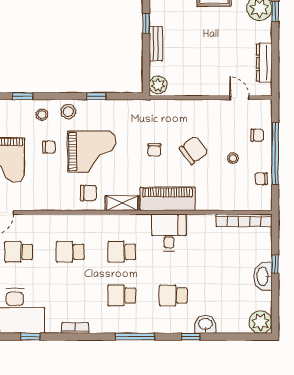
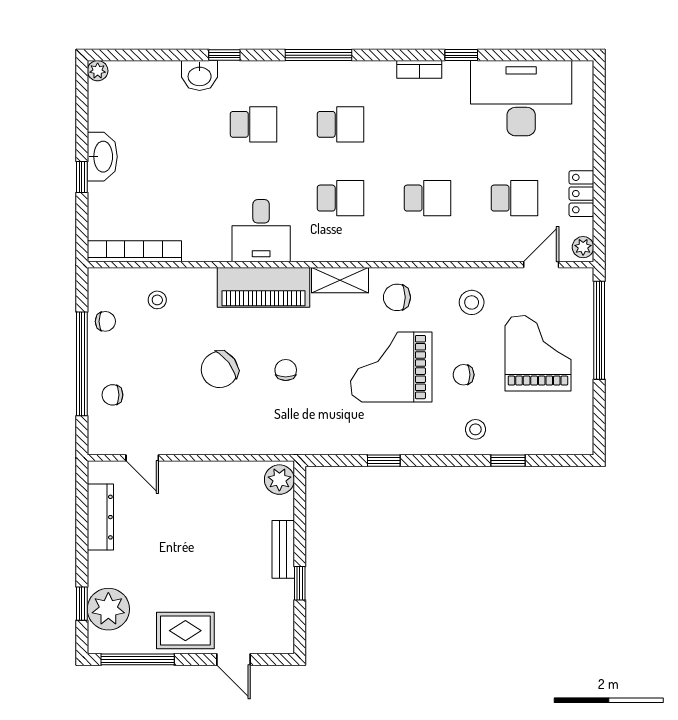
stool: (68, 112) -> (472, 302), moved
stool: (233, 158) -> (157, 300), moved
plant: (261, 322) -> (98, 71), width x0.53, depth x0.53
window: (31, 337) -> (461, 55), moved

